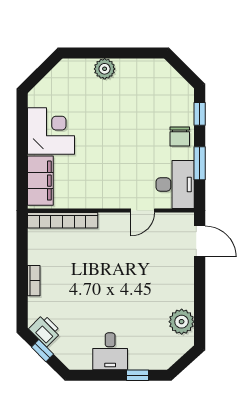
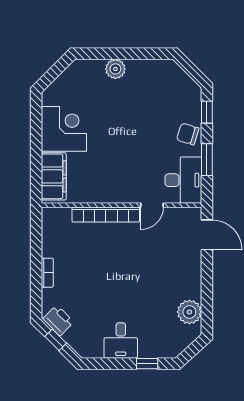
chair: (180, 137) -> (188, 134), turned 107
bookcase: (63, 220) -> (106, 215), moved

